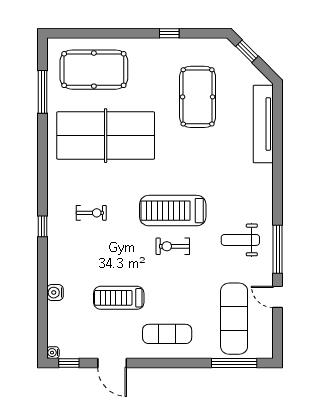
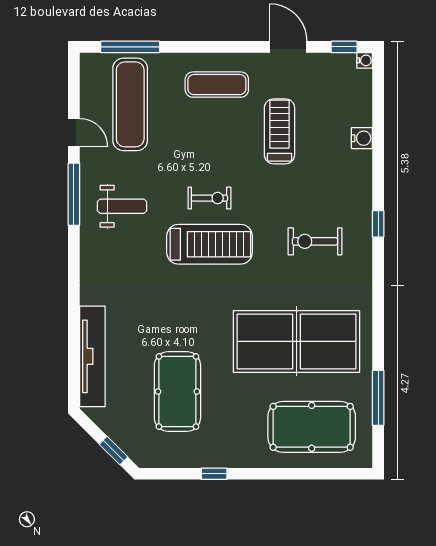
exercise bike: (91, 213) -> (315, 241), width x1.38, depth x1.39
treadmill: (119, 298) -> (279, 131), turned -90

